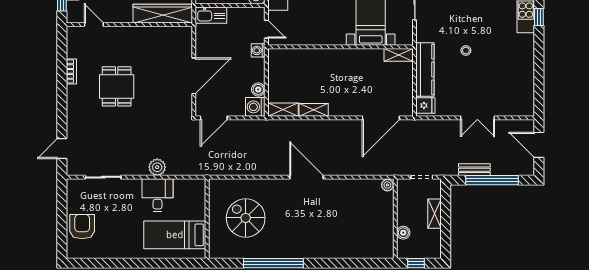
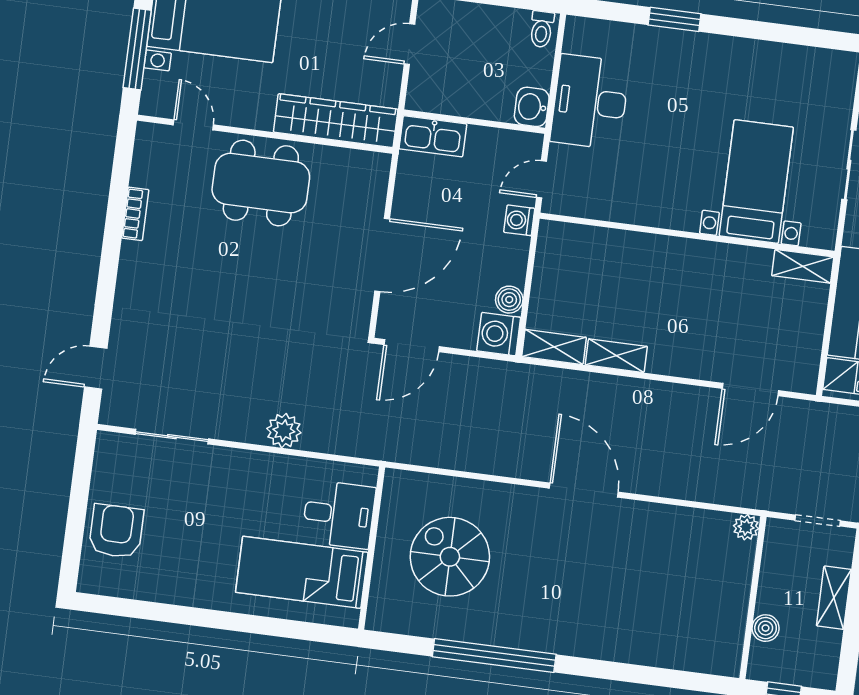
door: (266, 29) -> (542, 179), swing flipped
dining table: (117, 86) -> (261, 183), moved, width x1.38
door: (381, 118) -> (750, 390), width x0.73
desk: (157, 195) -> (339, 514), moved, turned 90

